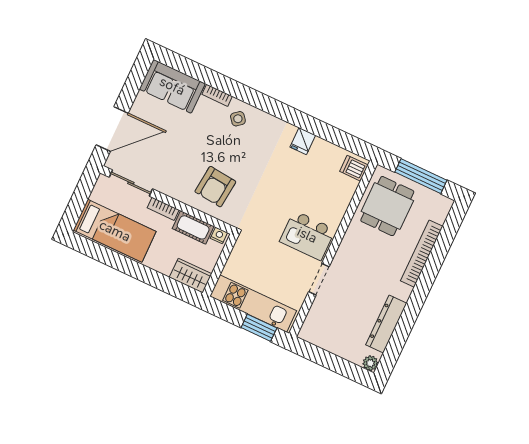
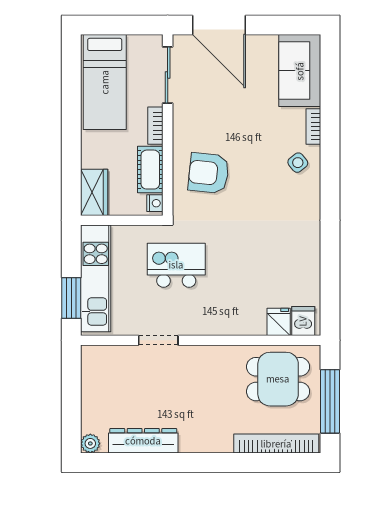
fridge: (303, 141) -> (279, 322), moved, turned 90
kitchen island: (307, 235) -> (176, 265), moved, turned 90
bookcase: (422, 254) -> (276, 444), moved

